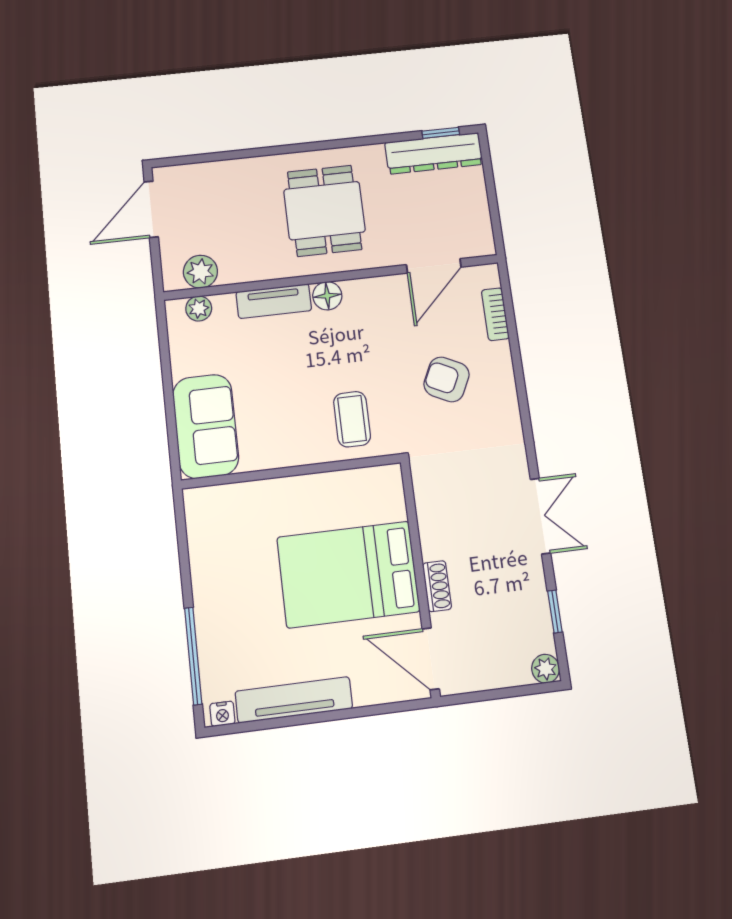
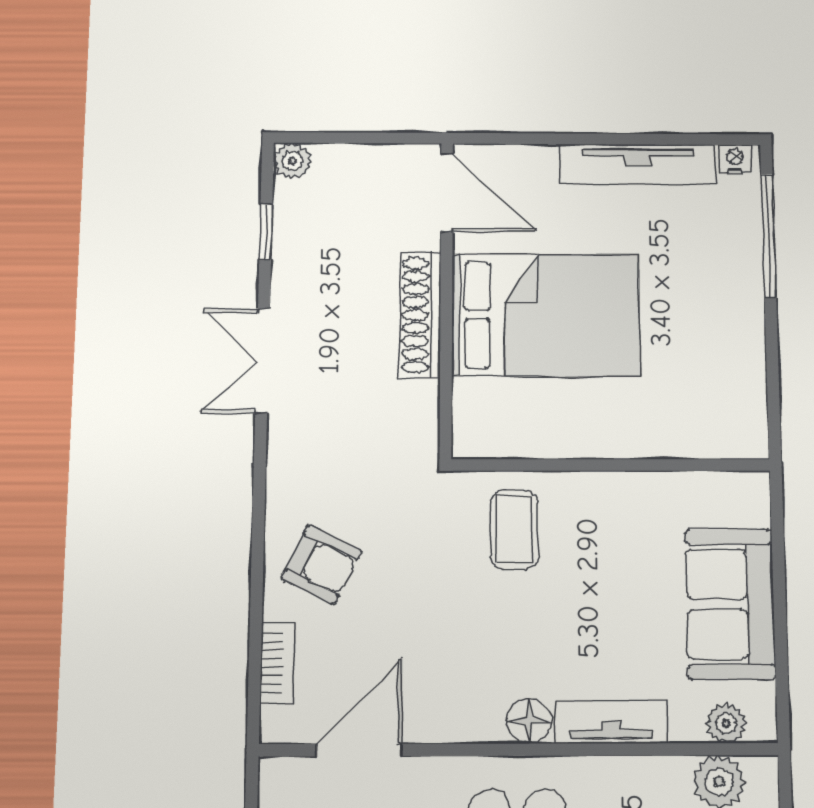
armchair: (447, 379) -> (321, 564), moved
sofa: (206, 426) -> (730, 604), moved
shoe rack: (437, 586) -> (420, 315), width x1.94, depth x1.24

